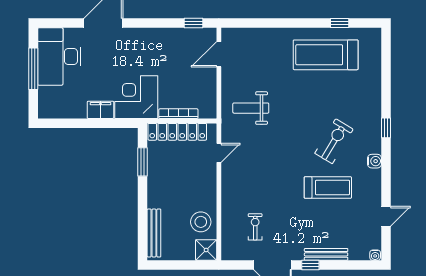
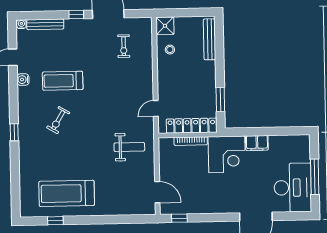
door: (219, 54) -> (157, 192), hinge flipped
treadmill: (326, 55) -> (67, 193), turned 180
exercise bike: (334, 141) -> (58, 120), width x0.73, depth x0.72
water cooler: (375, 161) -> (23, 80), moved
stool: (201, 222) -> (170, 50), width x0.53, depth x0.53
bench: (326, 254) -> (45, 24), moved

